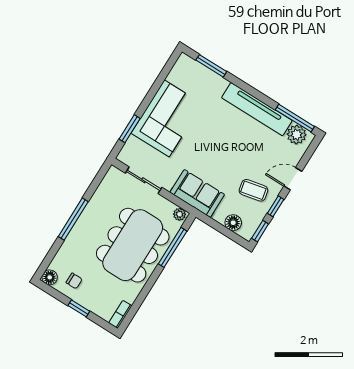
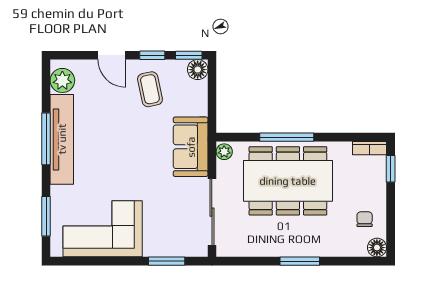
corner sofa: (167, 118) -> (103, 229), moved
window: (295, 118) -> (46, 139), moved
sliding door: (144, 180) -> (212, 212), width x1.37
window: (73, 219) -> (300, 261), width x0.69
floor lamp: (233, 223) -> (198, 70), moved
window: (173, 247) -> (287, 137), moved
window: (79, 308) -> (391, 169), moved

